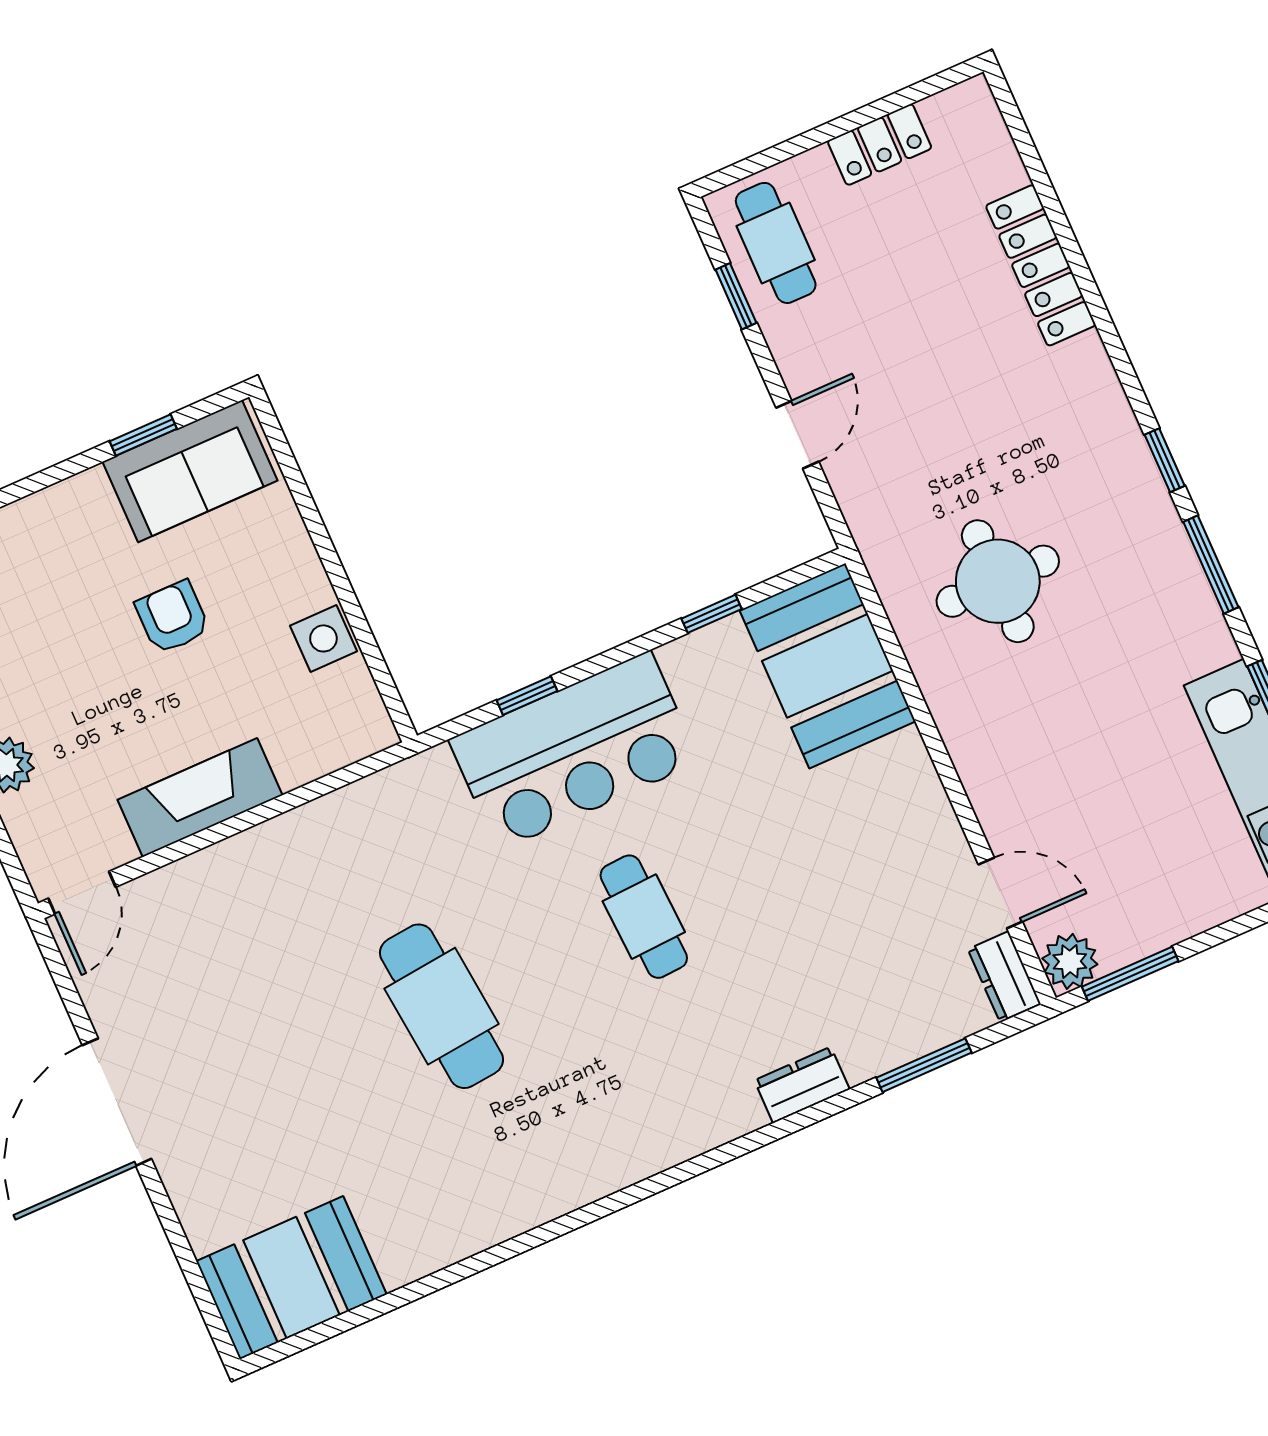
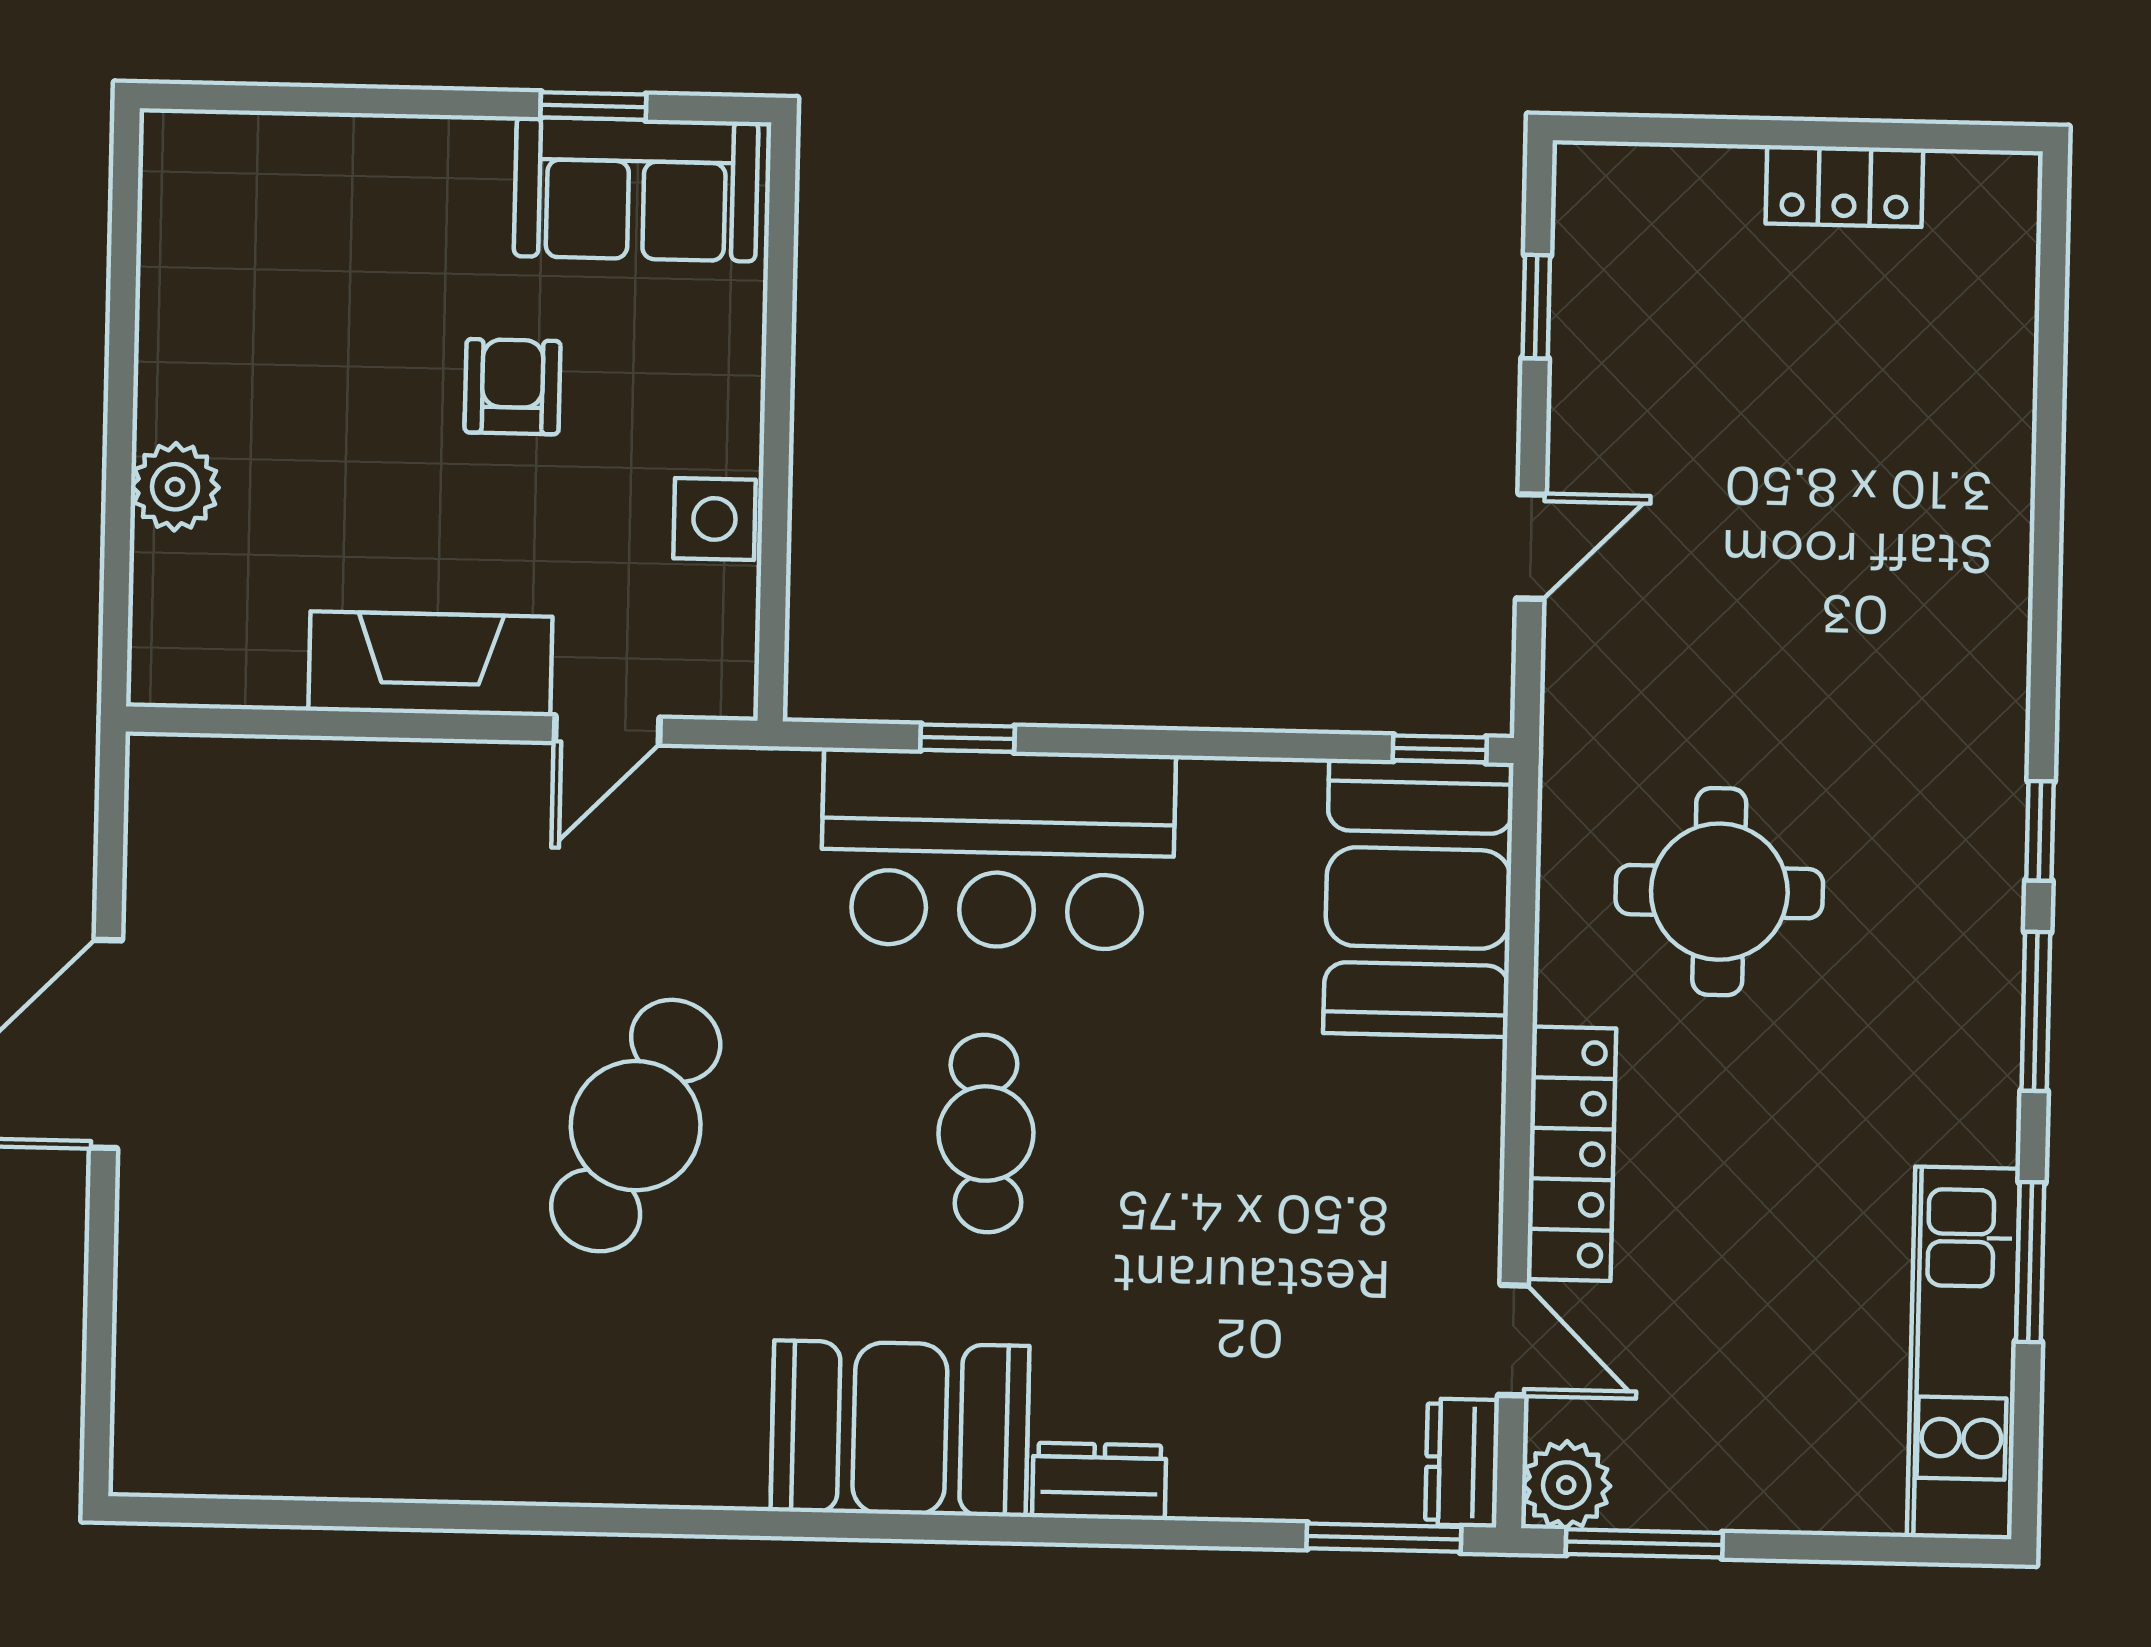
cafe table: (776, 243) -> (1629, 257), removed
locker: (1041, 265) -> (1571, 1154), moved, turned 180
window: (712, 614) -> (1440, 749), moved
door: (82, 893) -> (607, 730), moved
cafe table: (442, 1006) -> (636, 1126), turned 30
window: (924, 1065) -> (1384, 1538), moved
booth: (291, 1278) -> (900, 1429), moved

